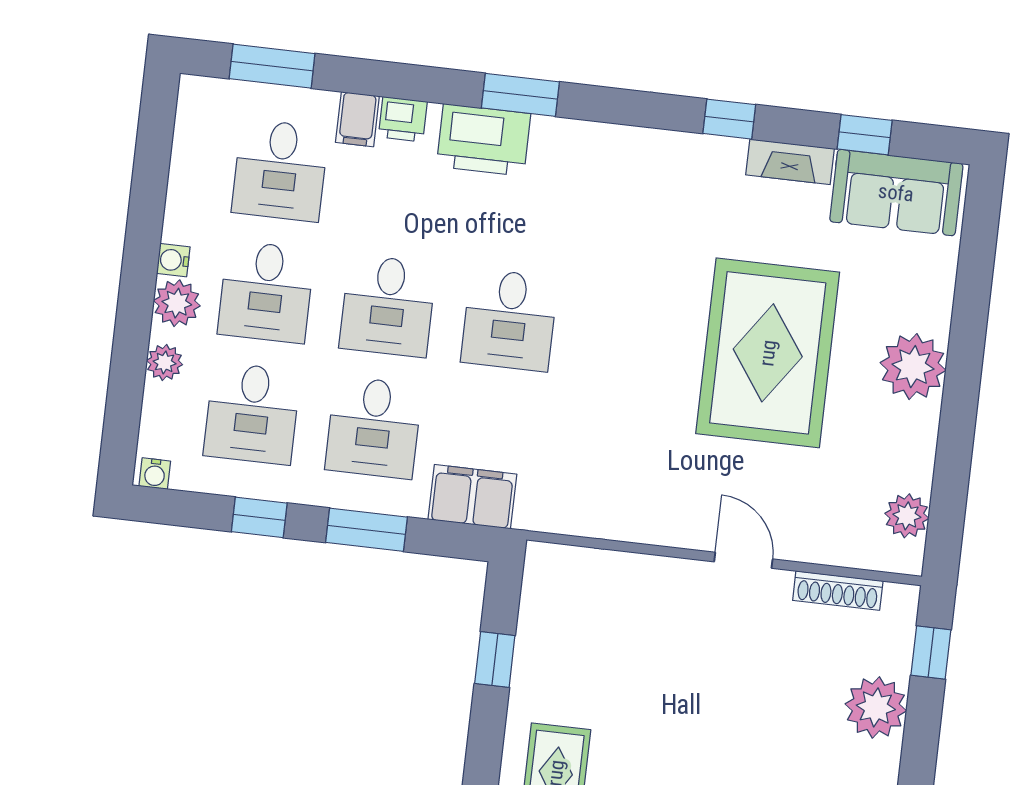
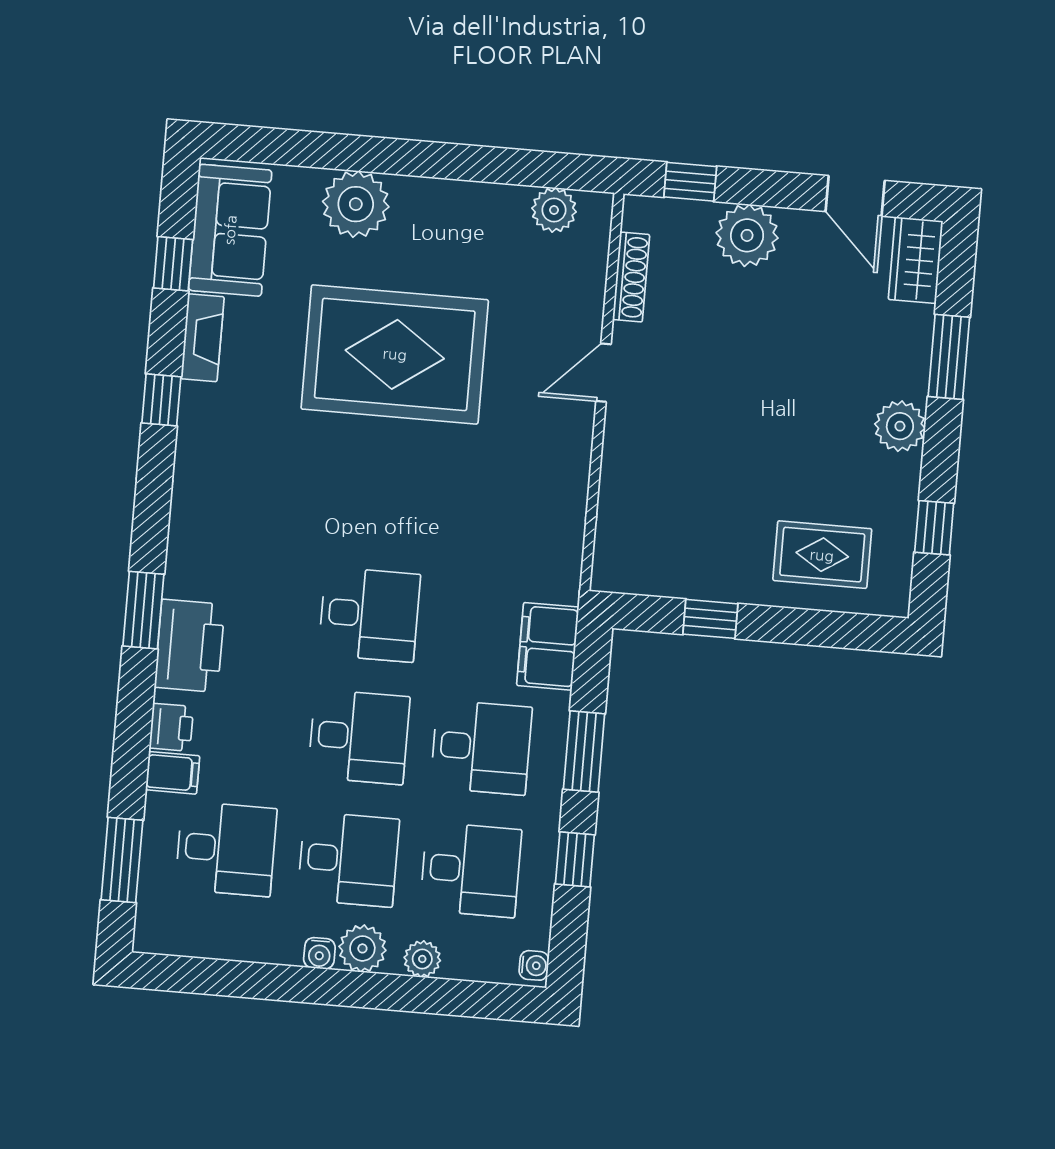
plant: (913, 367) -> (356, 204), moved

